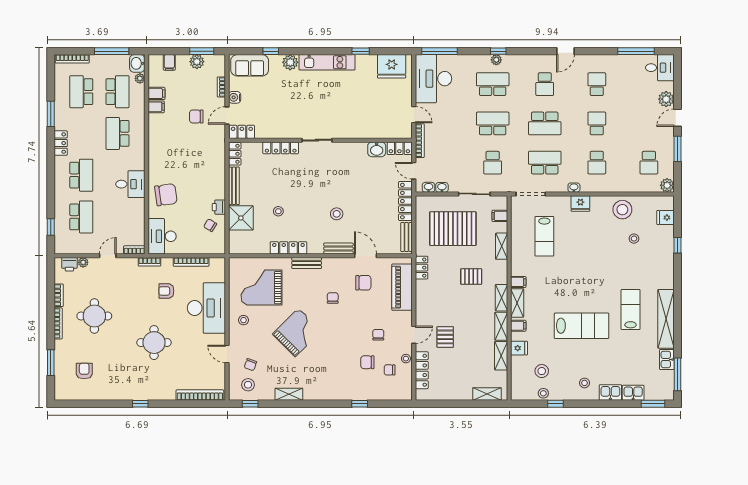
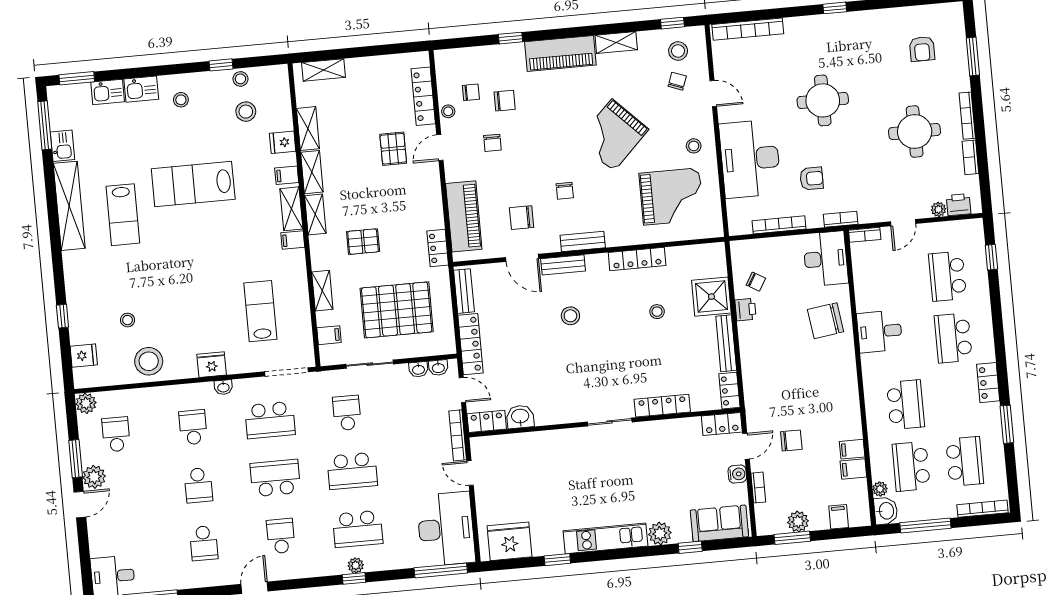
plant: (666, 99) -> (94, 477), moved
bench: (307, 263) -> (583, 241), moved
piano: (327, 390) -> (560, 53), added

